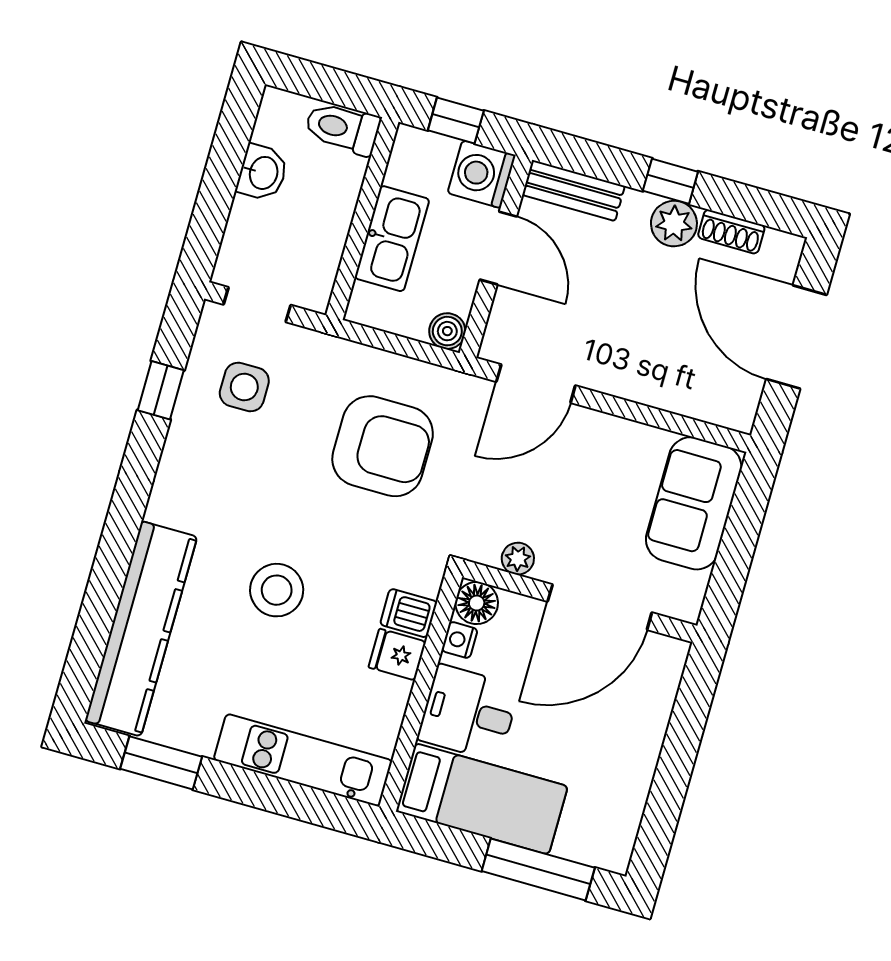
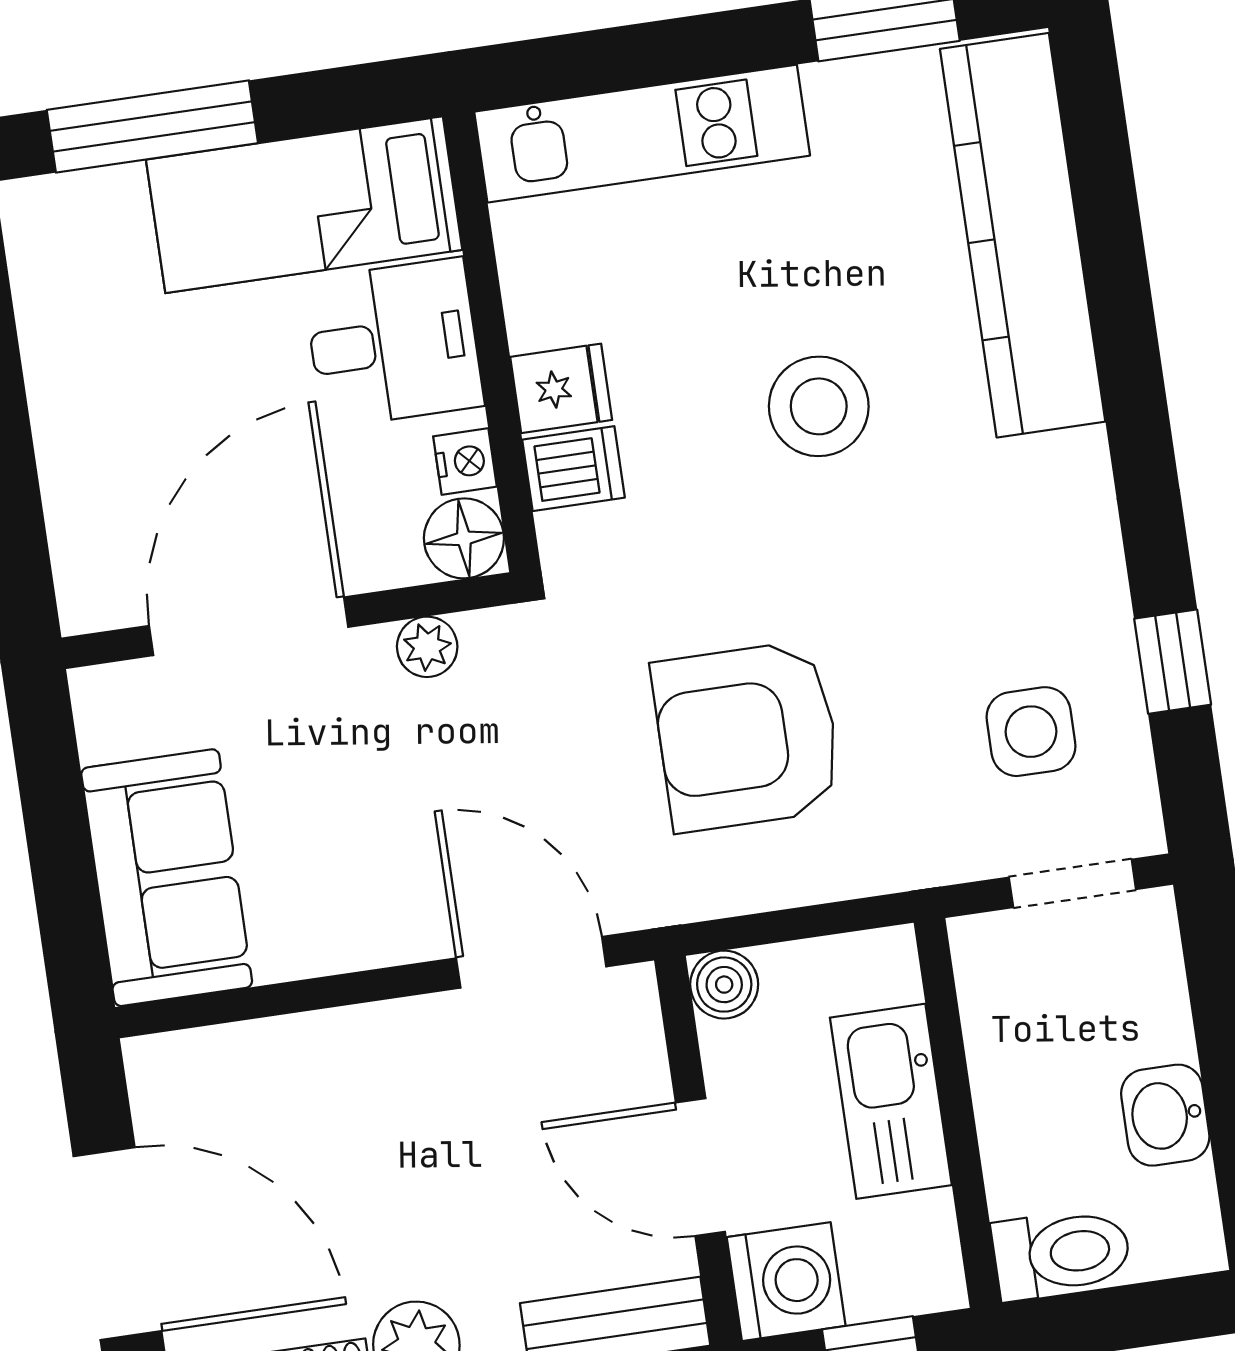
door: (536, 384) -> (531, 962), hinge flipped

